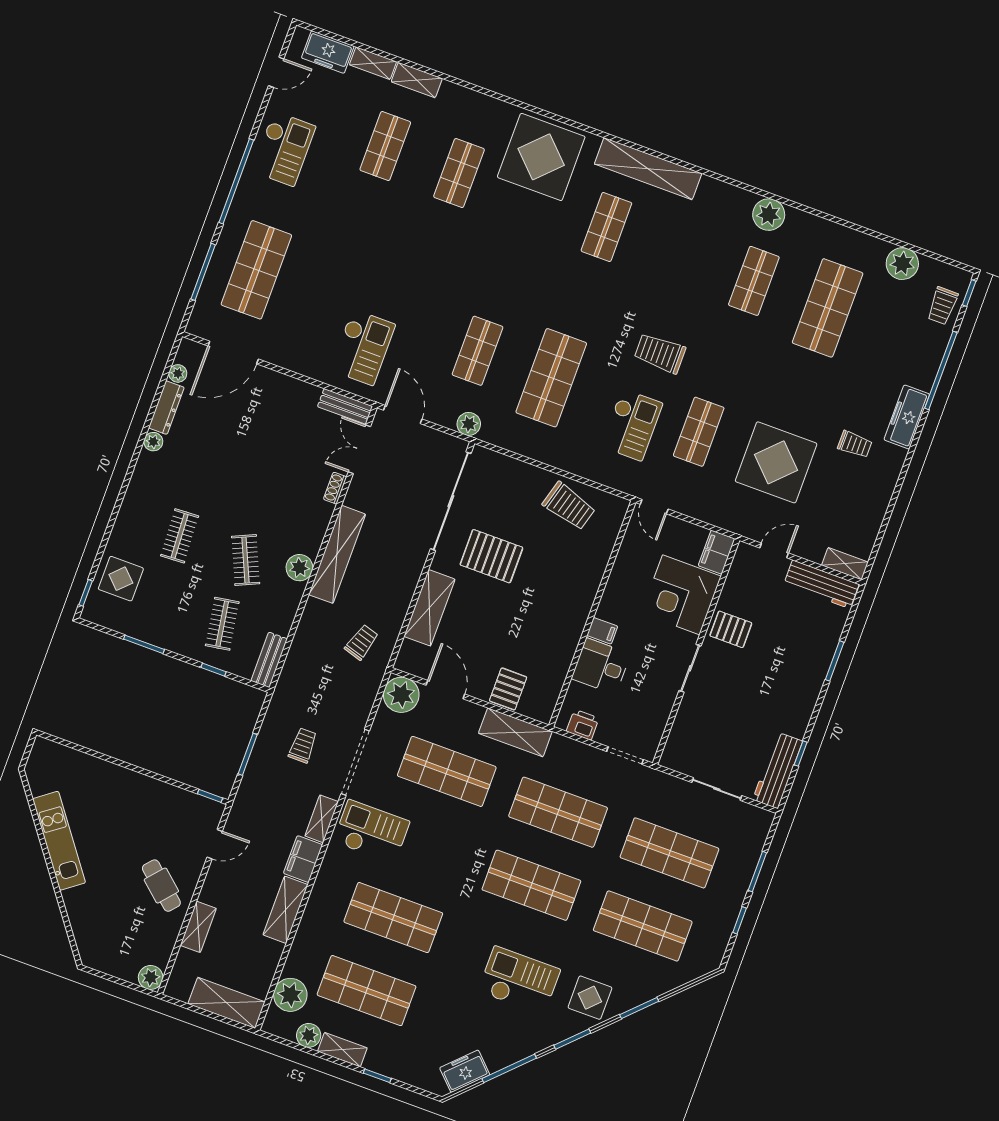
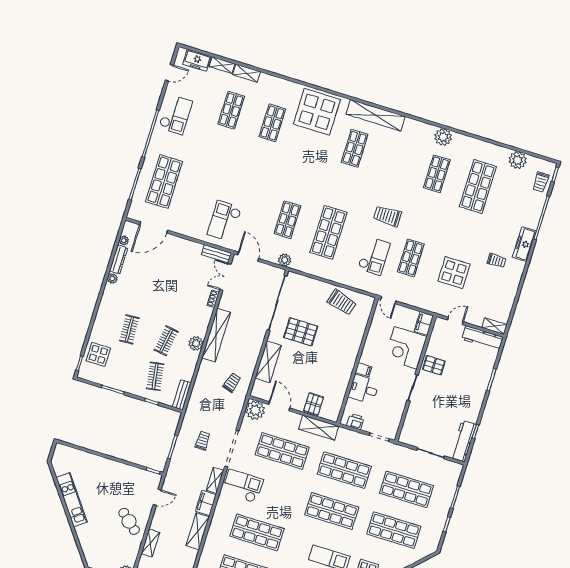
checkout: (363, 347) -> (224, 221), turned 180
display table: (776, 462) -> (454, 273), width x0.73, depth x0.73
clothes rail: (246, 560) -> (166, 341), turned 33

